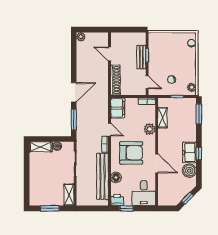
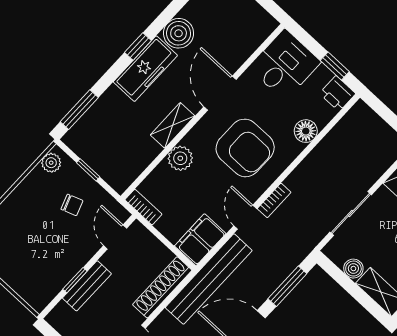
shelving: (163, 118) -> (173, 125), moved
freezer: (189, 152) -> (145, 69), width x1.40
armchair: (131, 153) -> (245, 148), turned 180
bench: (102, 176) -> (209, 279), moved

